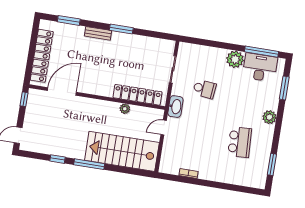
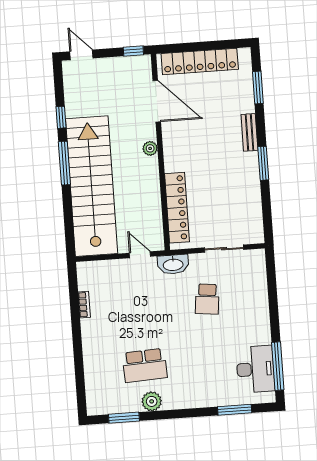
plant: (235, 59) -> (258, 332), removed
plant: (125, 109) -> (150, 148), moved
plant: (269, 117) -> (152, 401), moved
stairs: (122, 151) -> (92, 186), width x1.36

